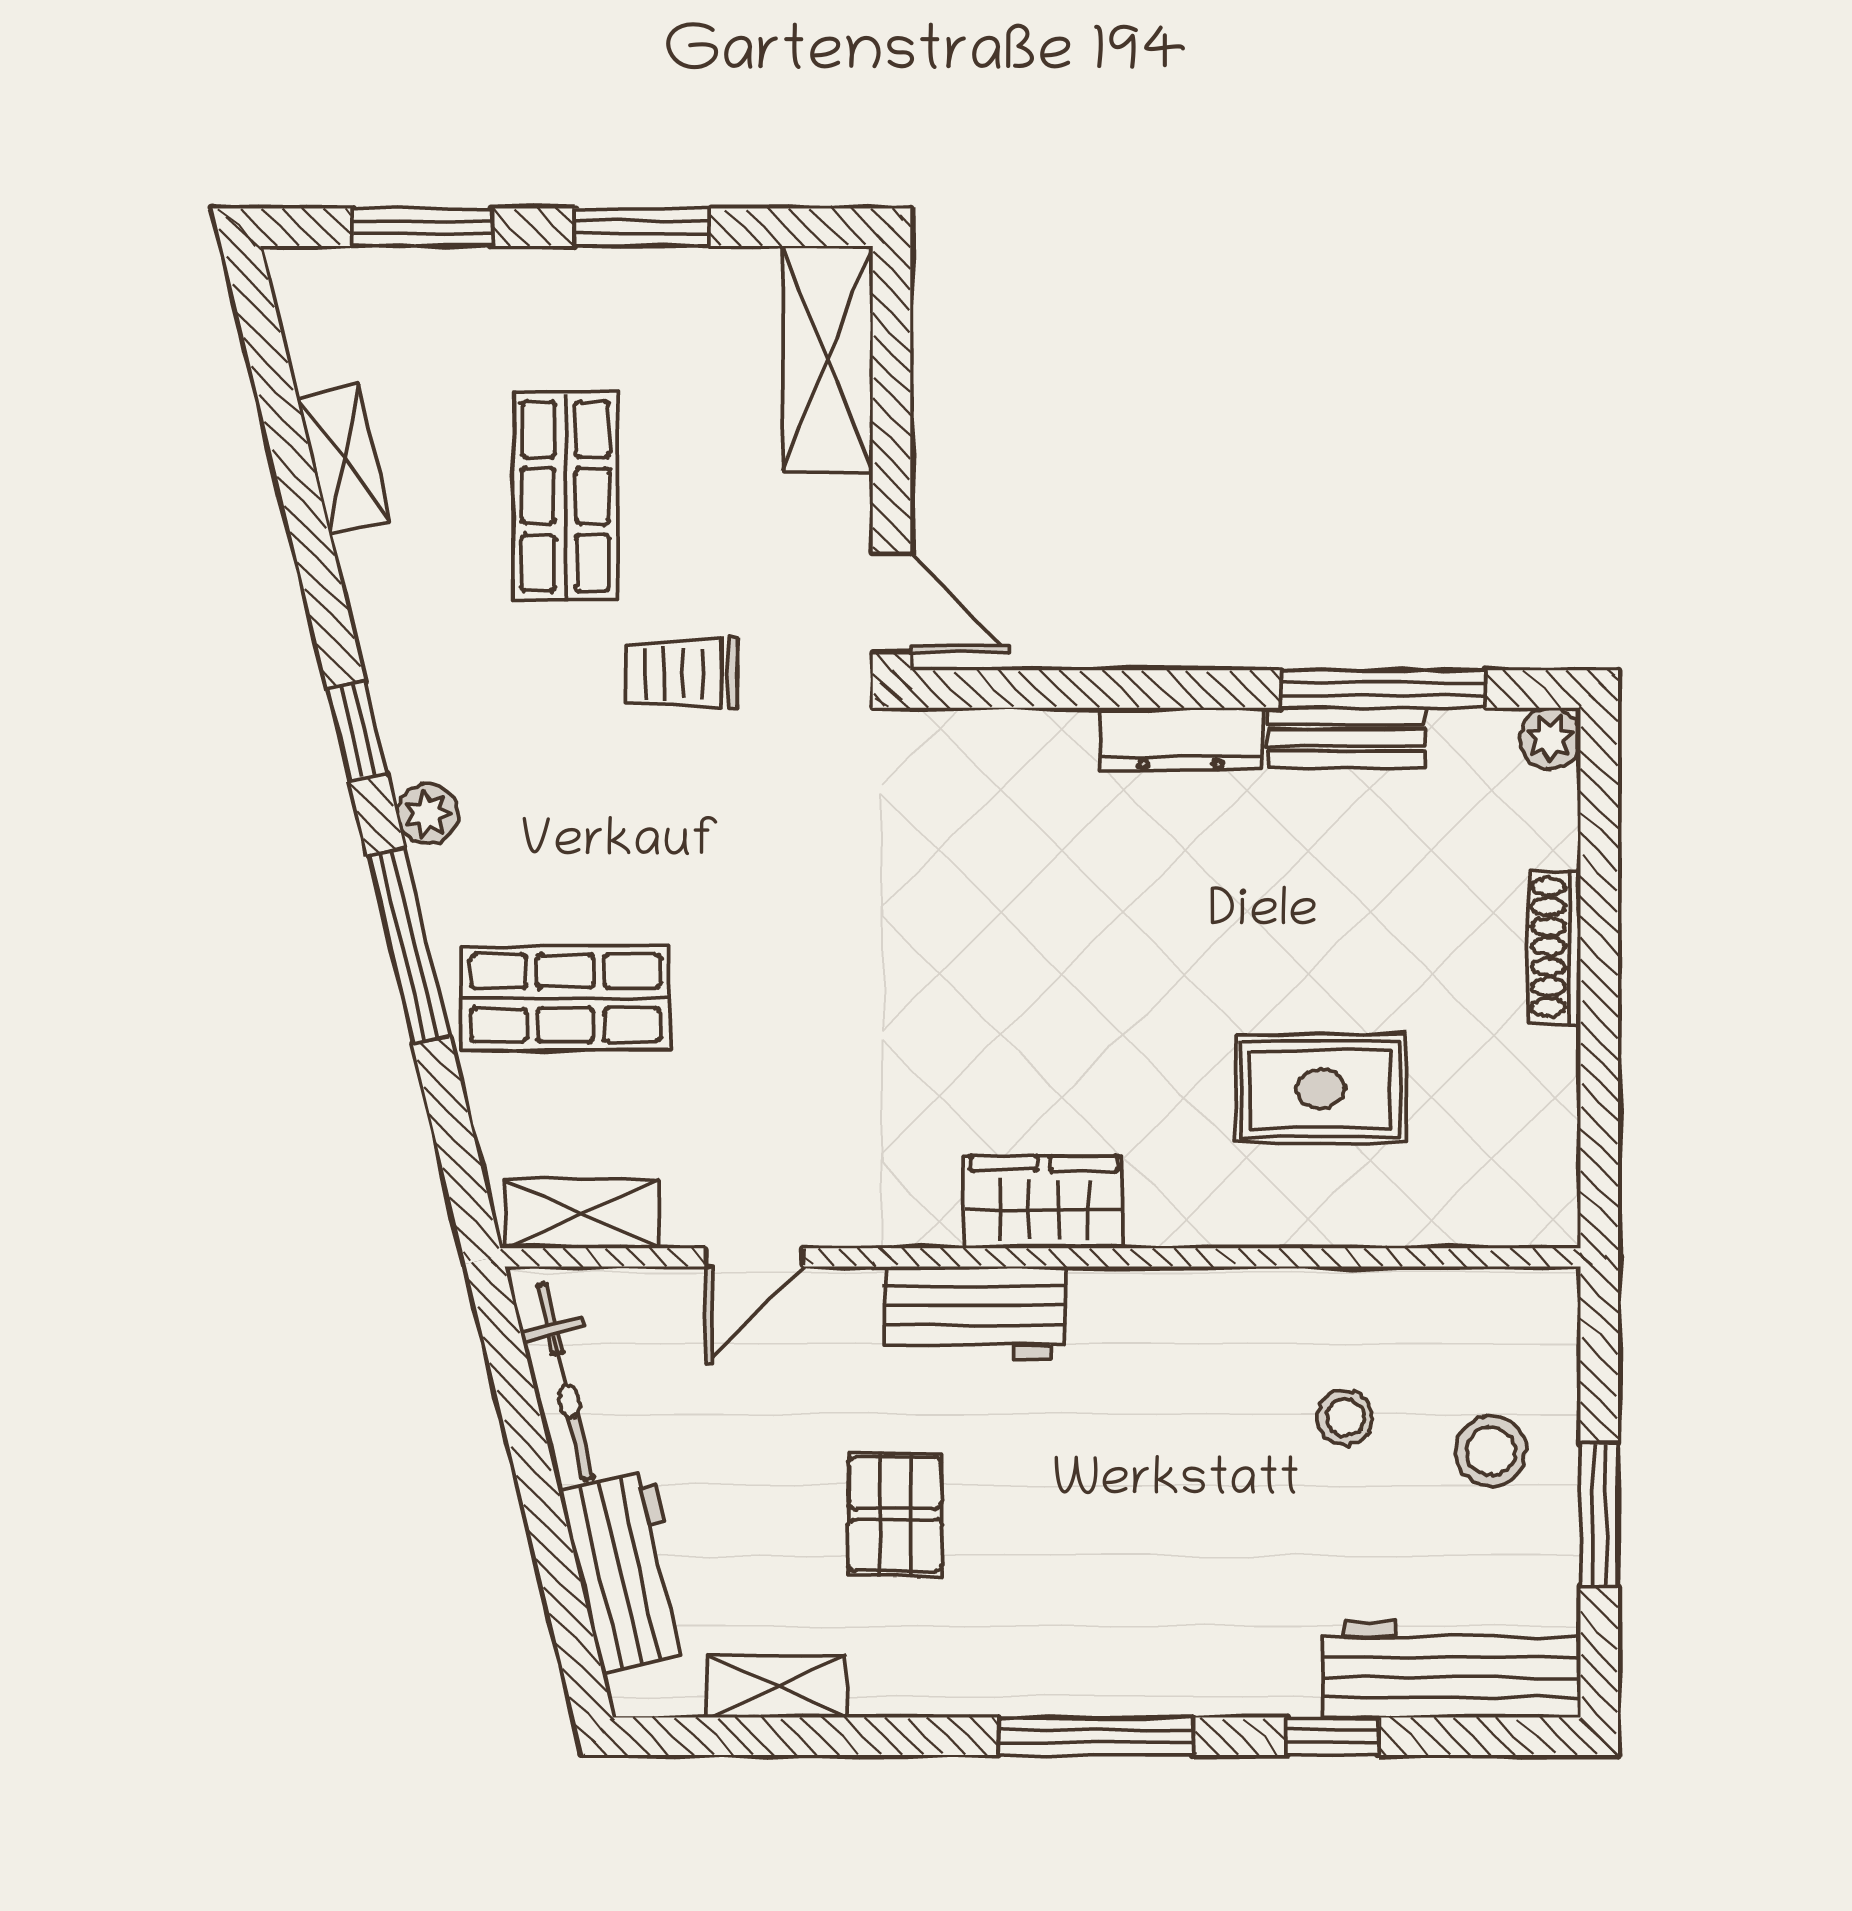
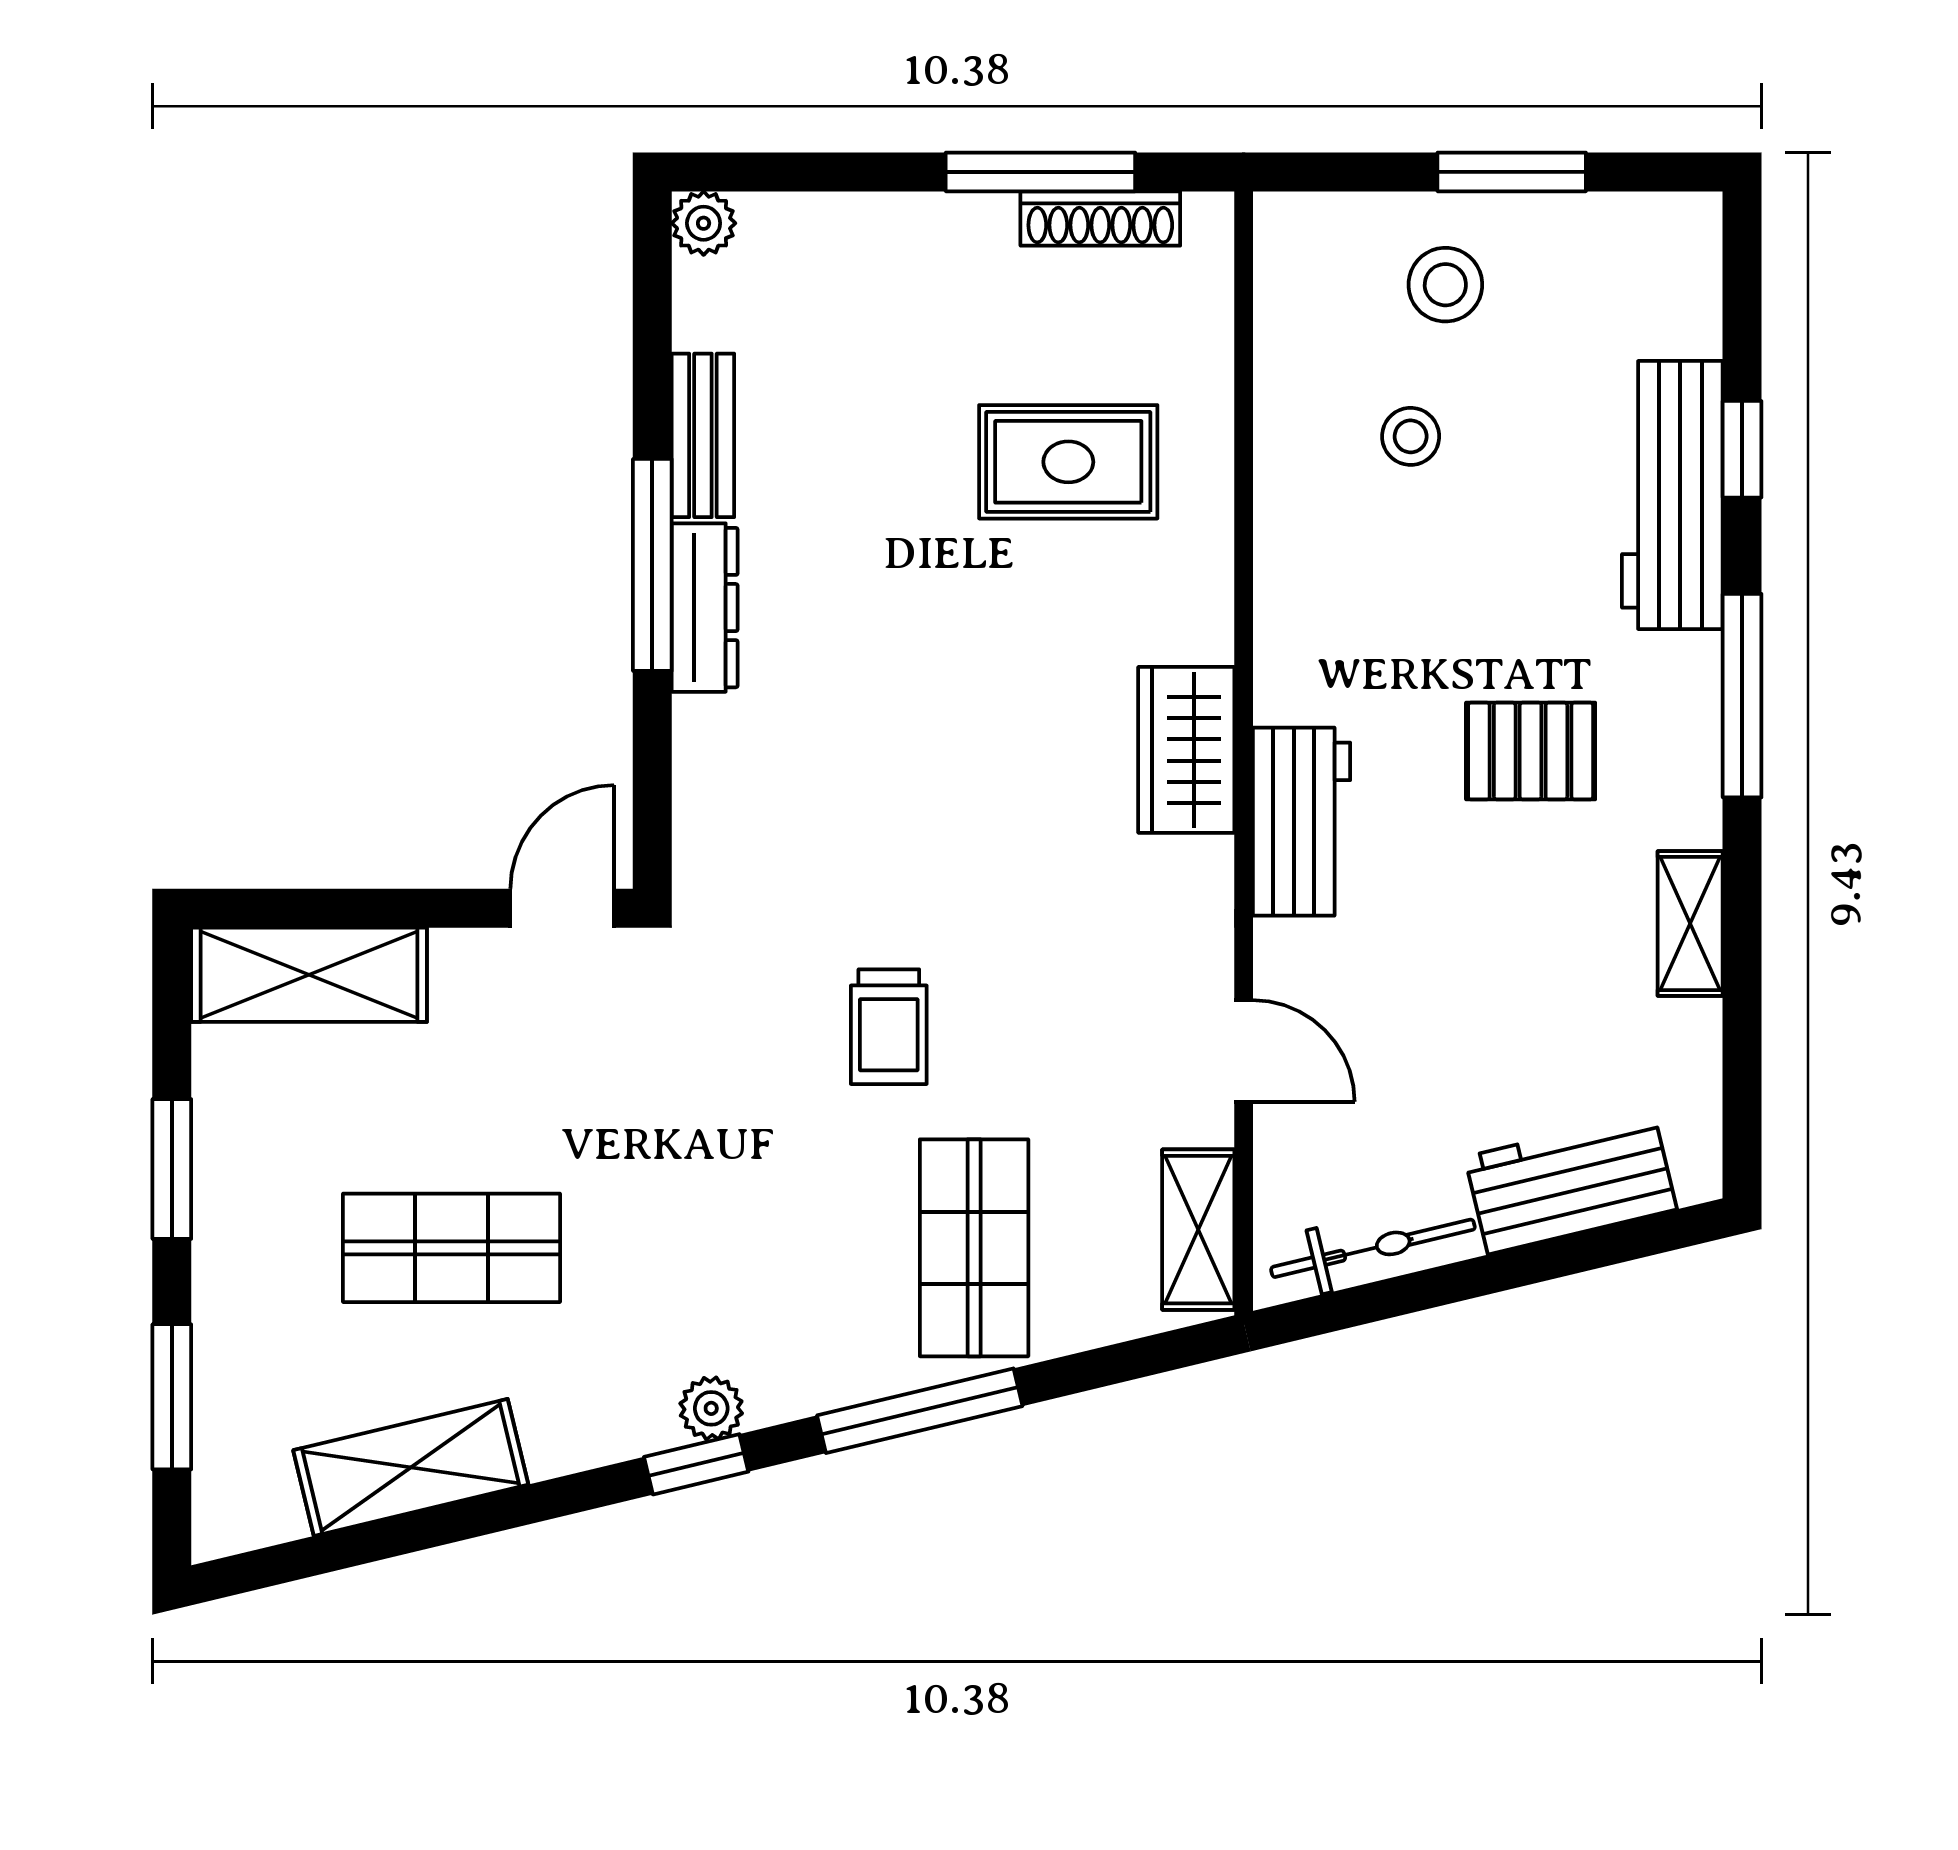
shelving: (344, 459) -> (411, 1467), width x1.50, depth x1.33
trolley: (682, 674) -> (889, 1027), moved
window: (1383, 689) -> (652, 565), moved
plant: (427, 814) -> (711, 1408), moved
shoe rack: (1555, 947) -> (1100, 219), moved
window: (1599, 1062) -> (1040, 172), added
rug: (1321, 1089) -> (1068, 462), turned 90
pallet: (895, 1514) -> (1531, 751), moved
workbench: (1452, 1669) -> (1672, 495), moved
shelving: (777, 1686) -> (1690, 923), moved

